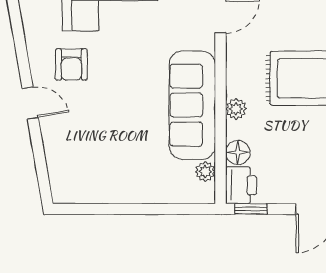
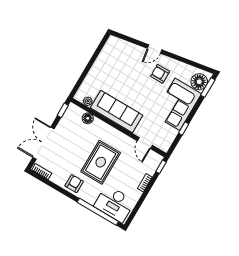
plant: (236, 109) -> (105, 128), removed
printer: (241, 185) -> (74, 112), removed

